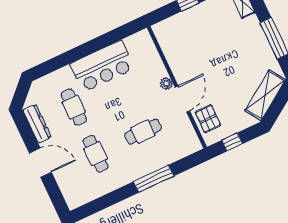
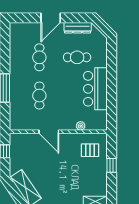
plant: (166, 84) -> (81, 126), moved
pallet: (208, 119) -> (90, 150), moved
cafe table: (96, 154) -> (39, 57), turned 90

